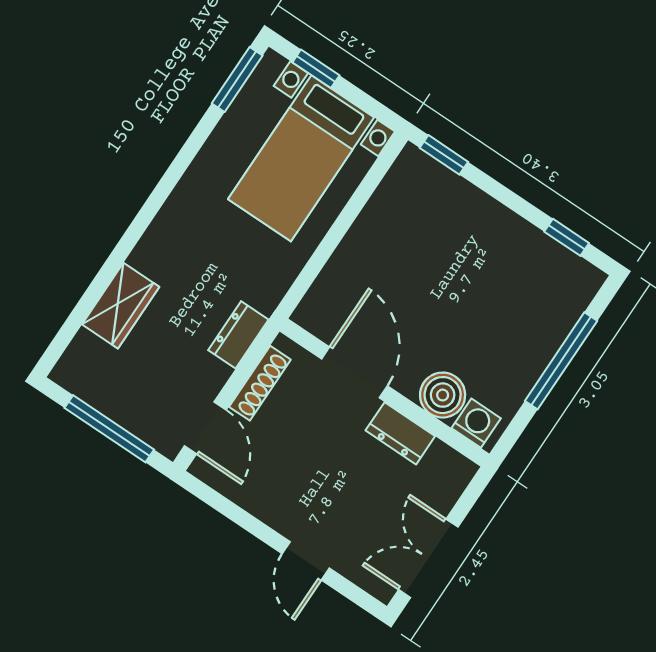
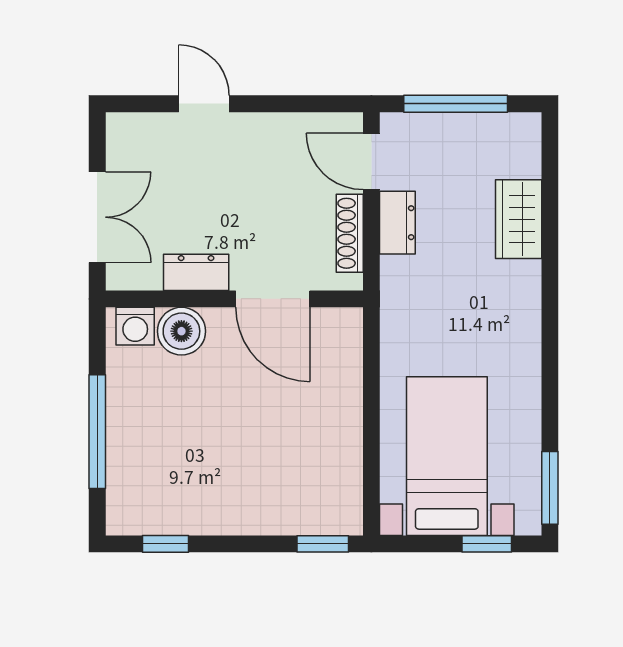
dresser: (238, 335) -> (397, 223), moved
double door: (428, 558) -> (97, 217), moved

